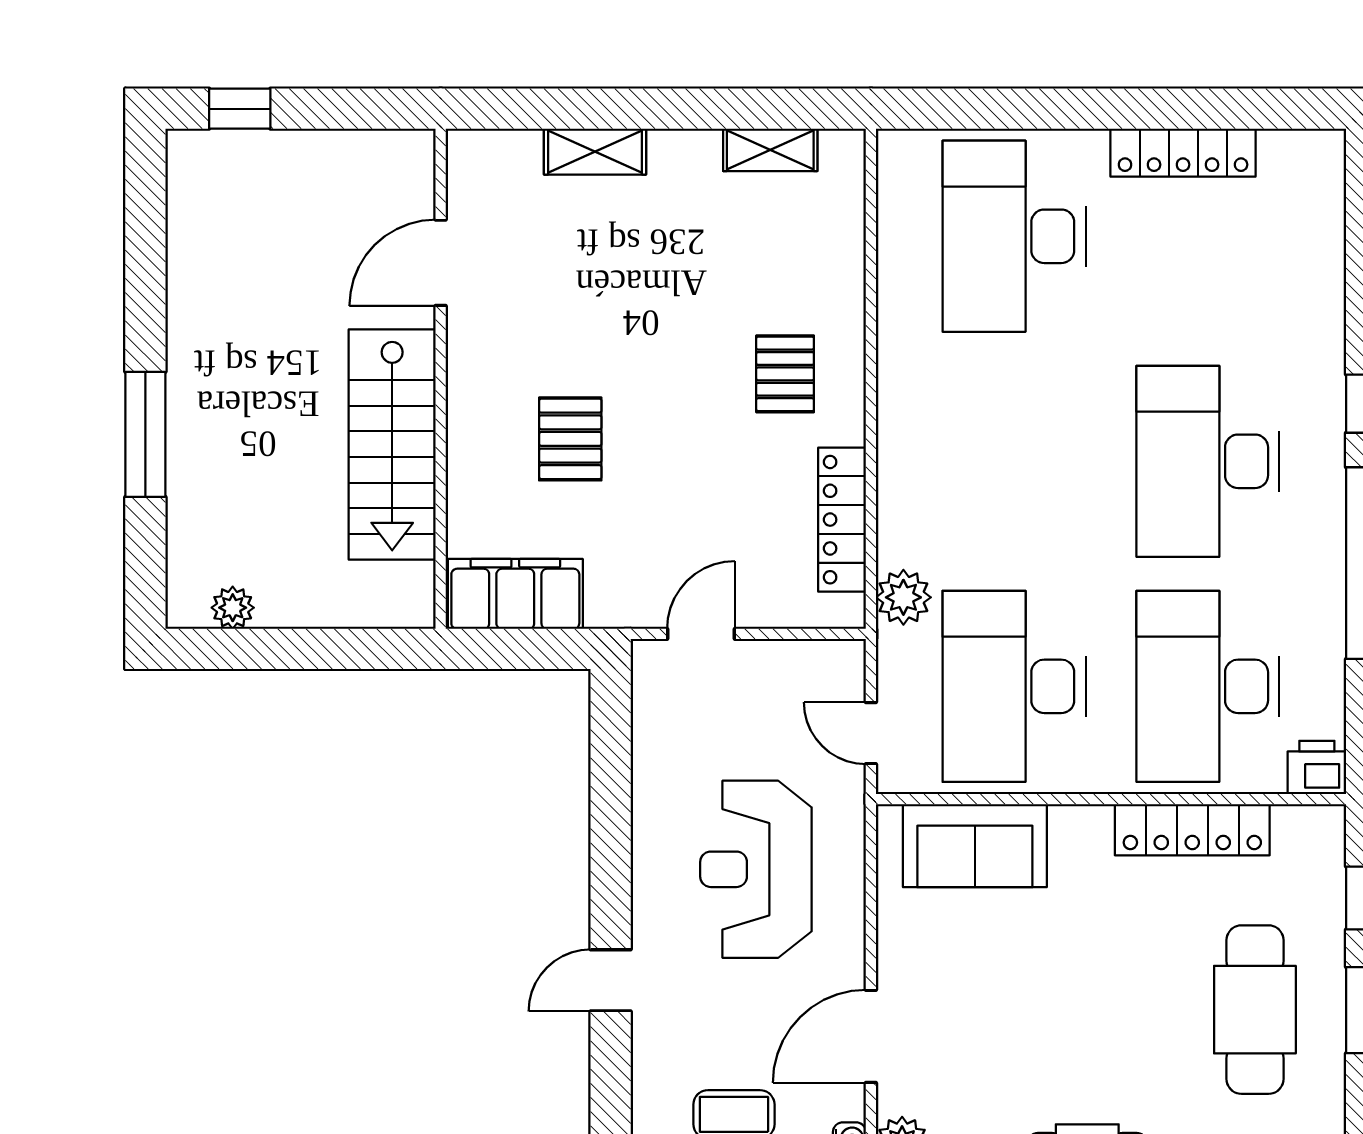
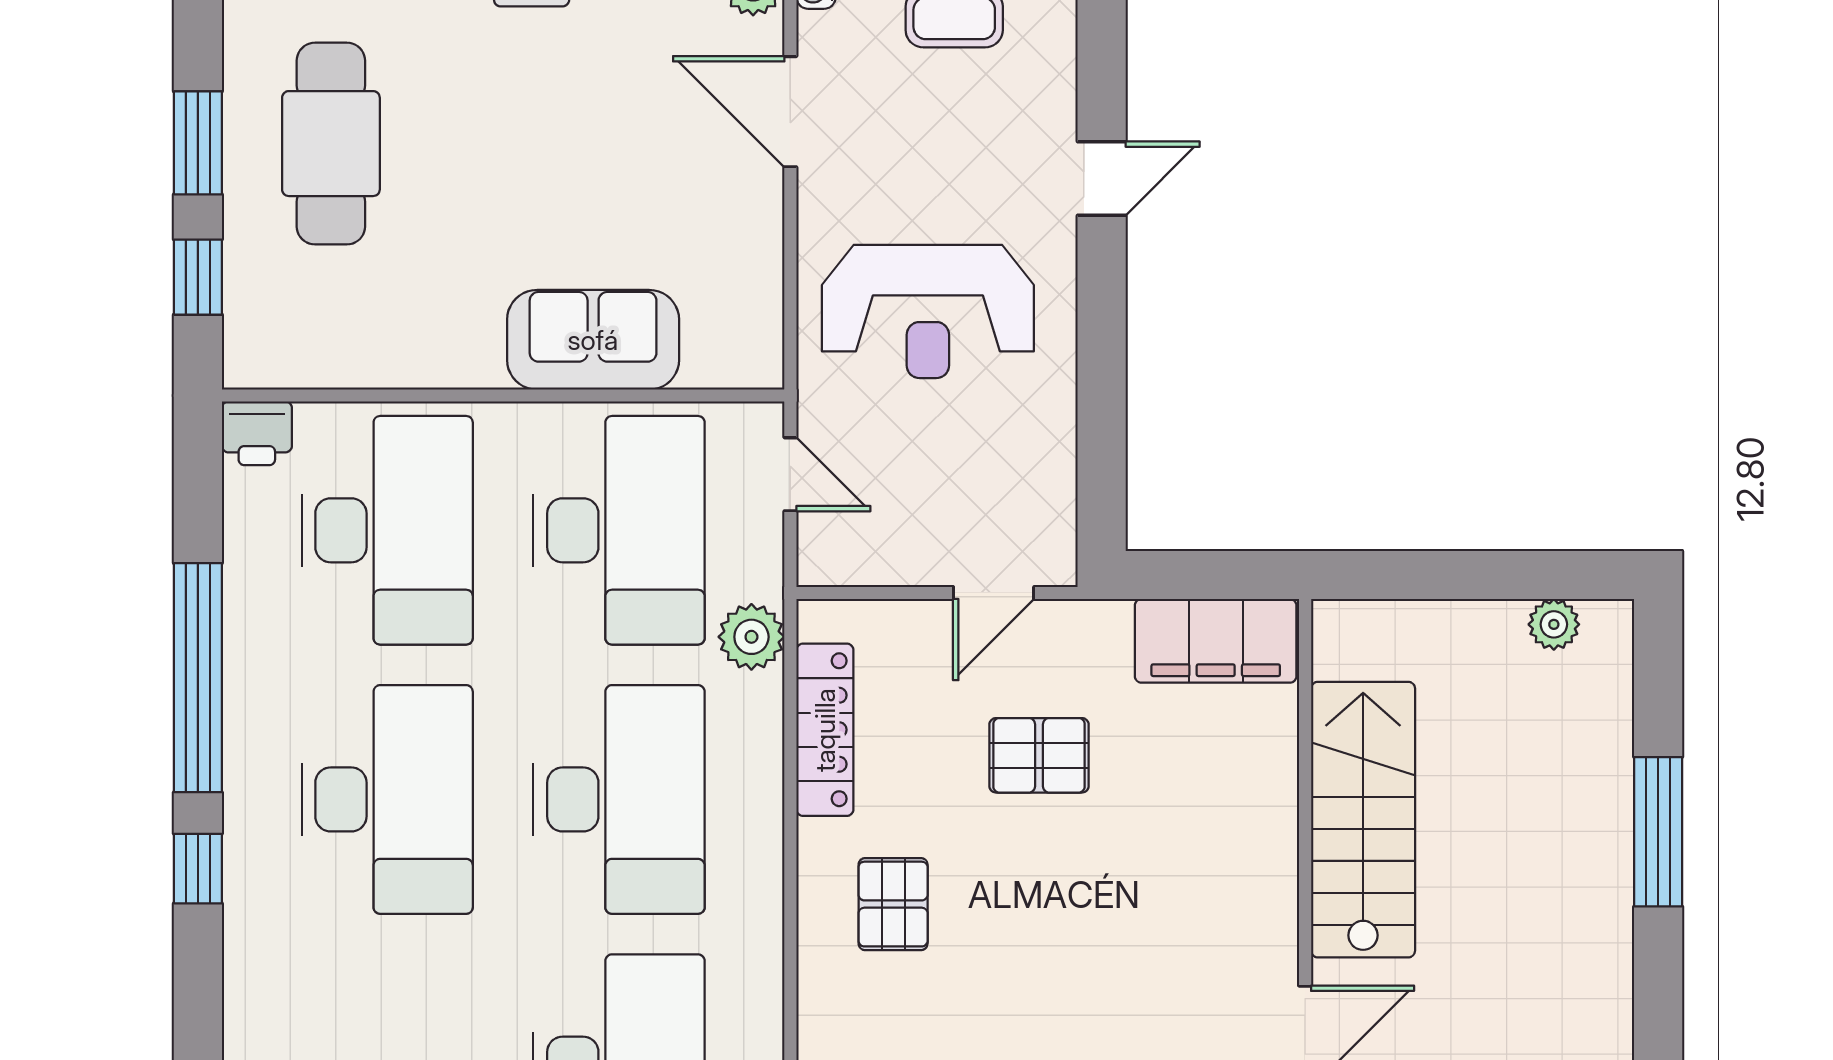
pallet: (570, 439) -> (1039, 755), moved, turned 90
desk: (1014, 461) -> (619, 799), added
locker: (1192, 830) -> (406, 359), removed
sofa: (975, 846) -> (593, 340), moved
reception desk: (756, 869) -> (928, 311), turned 90
door: (871, 1036) -> (790, 112), swing flipped

